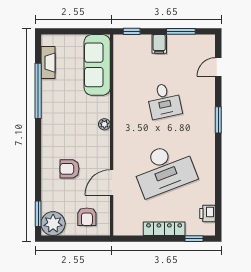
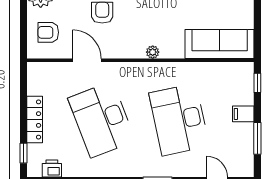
desk: (164, 101) -> (179, 120), width x1.87, depth x1.30

